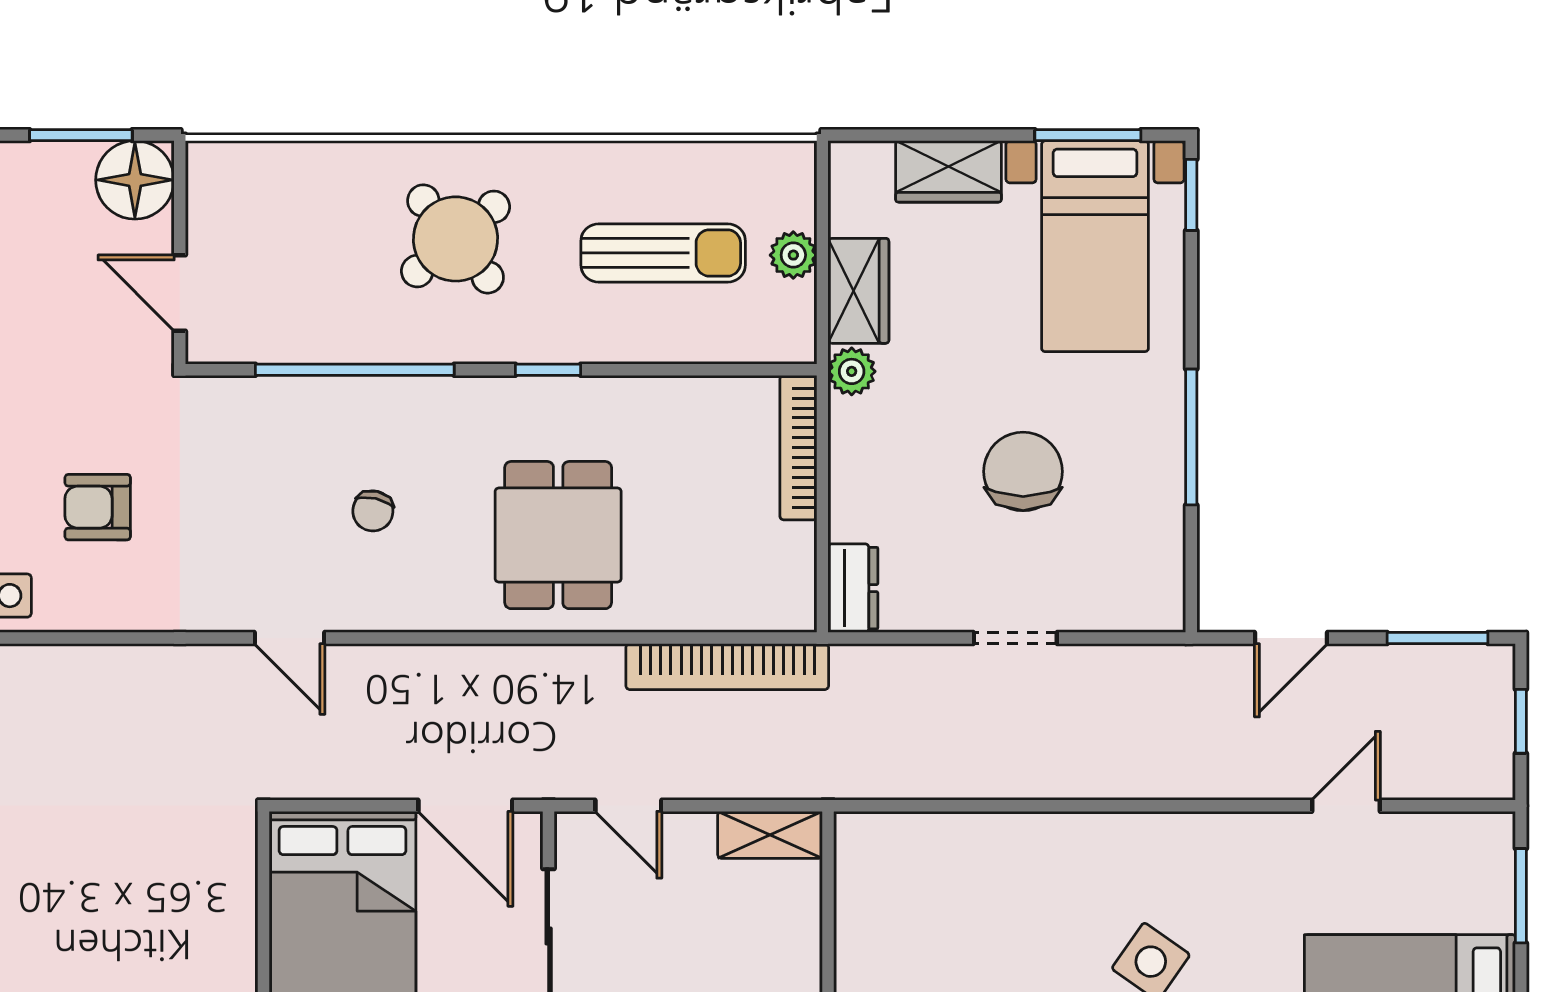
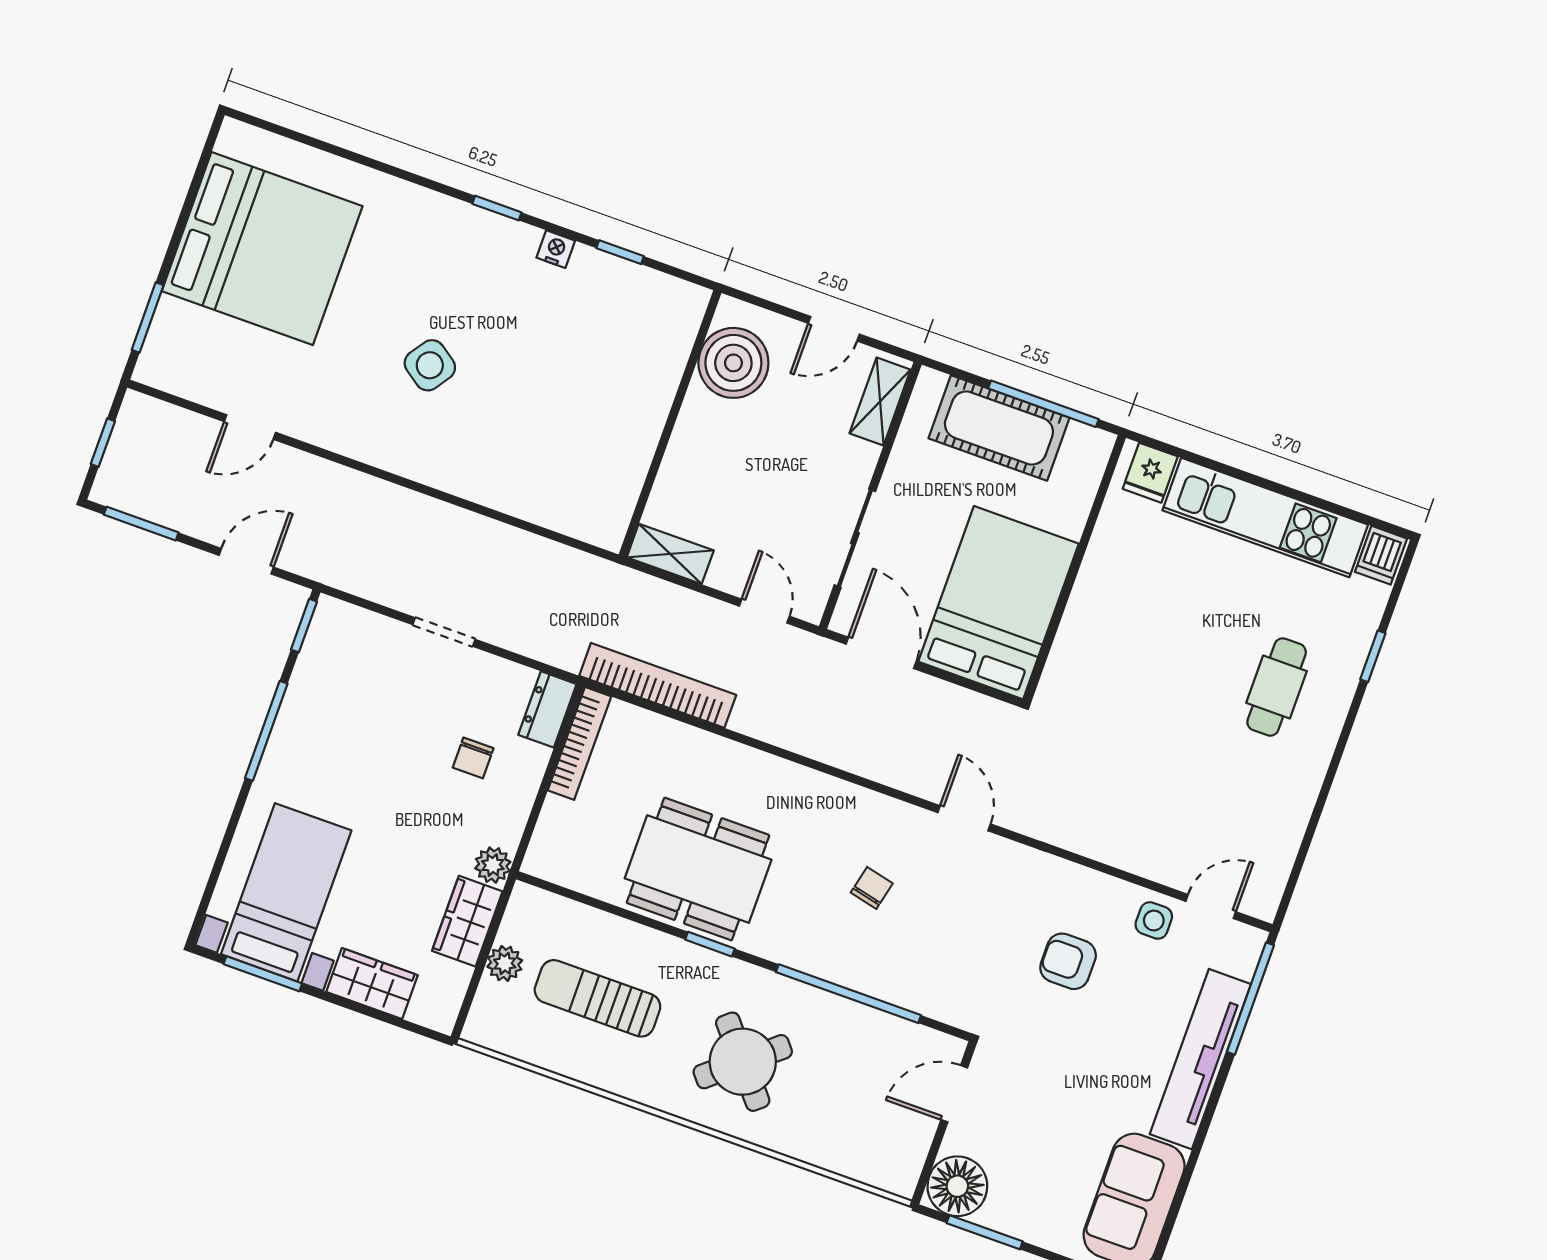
window: (1191, 195) -> (304, 626), moved
door: (180, 293) -> (954, 1094), swing flipped
bookcase: (798, 448) -> (579, 743), moved
chair: (1023, 471) -> (473, 758), moved, width x0.54, depth x0.54
armchair: (98, 507) -> (1068, 961), turned 180
dining table: (558, 535) -> (698, 869), moved, width x1.38

